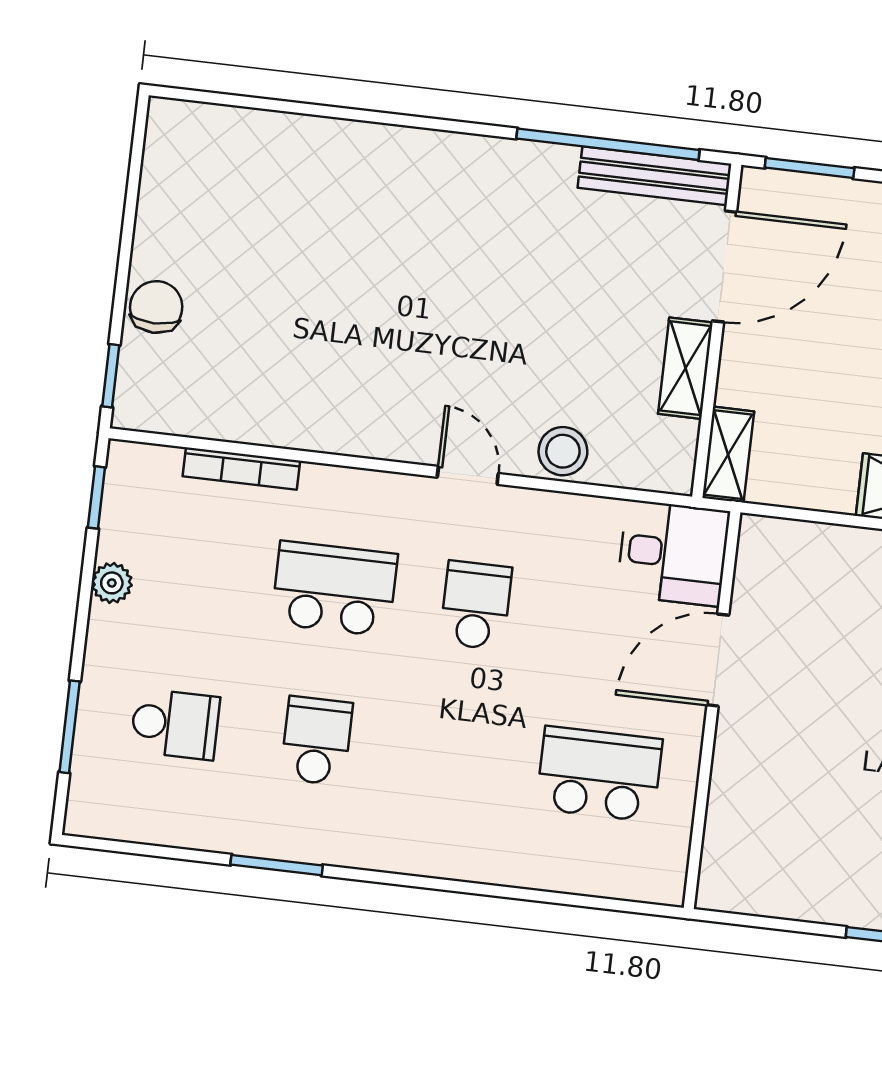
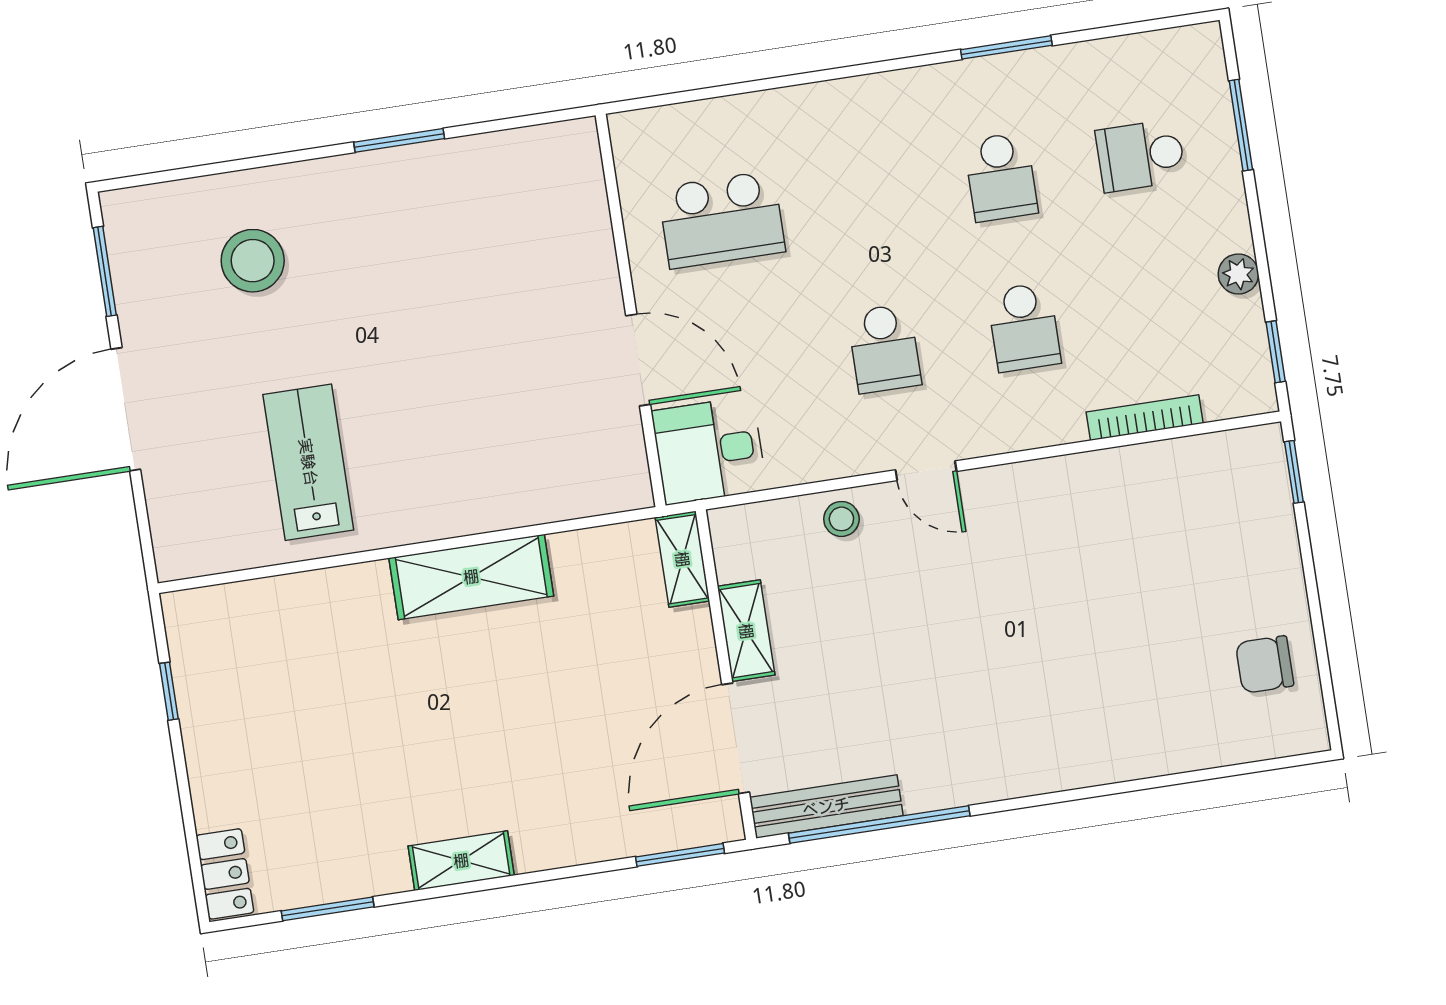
chair: (156, 307) -> (1265, 664), moved, turned 90
stool: (563, 451) -> (841, 519), width x0.73, depth x0.73
school desk: (334, 589) -> (1024, 327), width x0.54
door: (718, 660) -> (638, 360), hinge flipped

